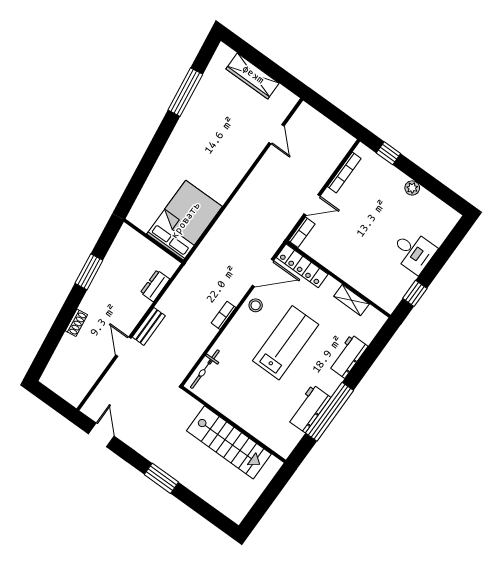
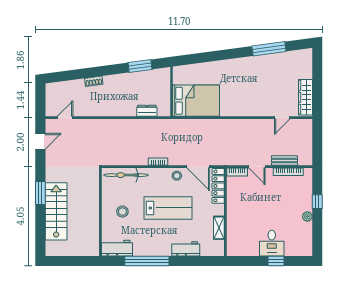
wardrobe: (252, 76) -> (305, 97), moved
window: (388, 153) -> (317, 202), moved
window: (89, 272) -> (140, 66), moved
window: (415, 293) -> (276, 261), moved
bench: (149, 326) -> (285, 160), moved
door: (123, 347) -> (65, 118), moved
bicycle: (205, 369) -> (126, 175), width x1.37, depth x1.40
stool: (252, 399) -> (122, 212), added
workbench: (309, 409) -> (117, 248), moved
stairs: (229, 442) -> (56, 211), moved, turned 180

